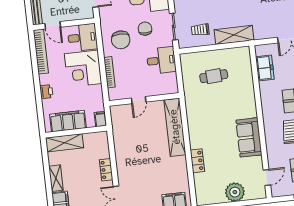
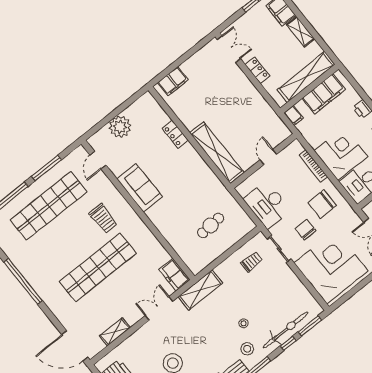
chair: (145, 29) -> (306, 230), turned 180
shelving: (234, 35) -> (200, 290), moved
chair: (121, 40) -> (322, 204), turned -90
desk: (161, 60) -> (267, 205), width x1.37
freezer: (265, 68) -> (174, 275), moved
shelving: (65, 143) -> (306, 77), width x1.47

